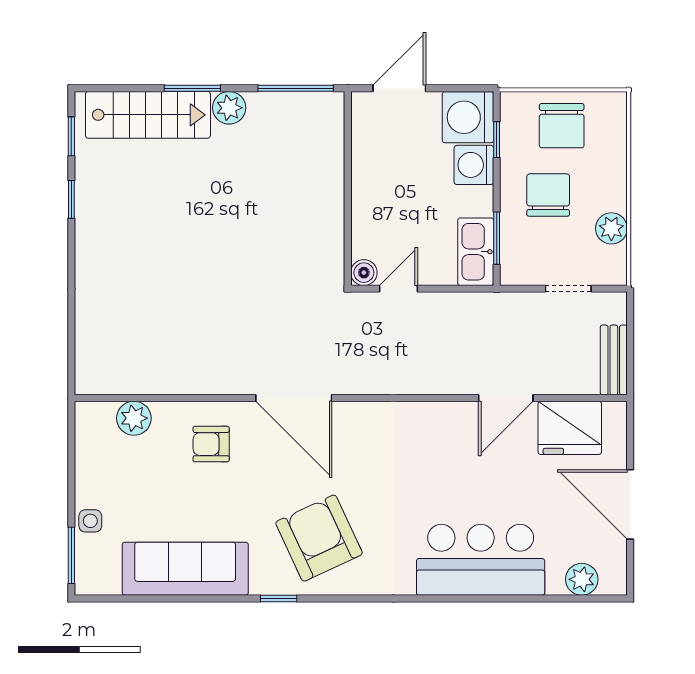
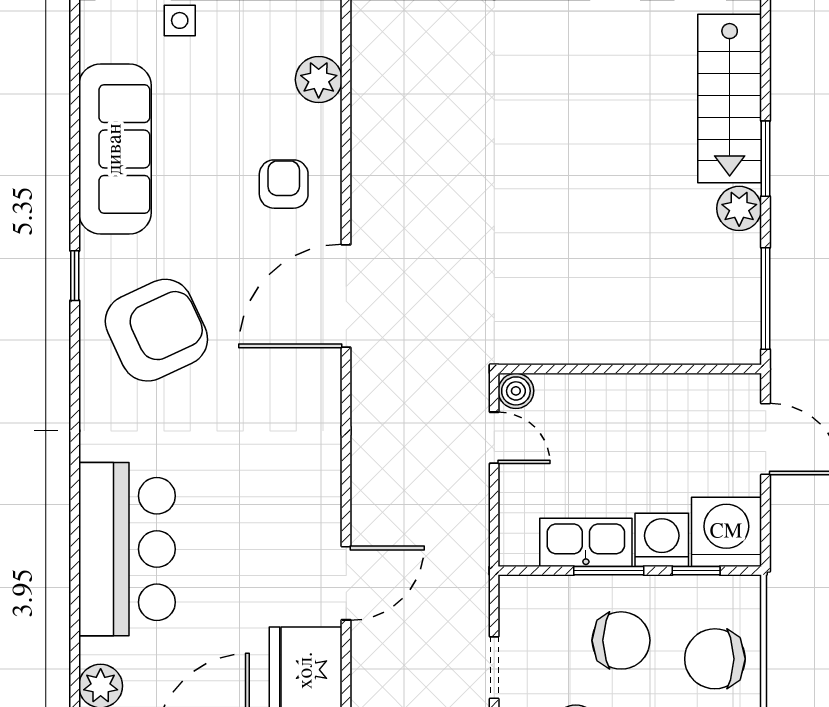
window: (497, 238) -> (609, 571), moved
kitchen sink: (476, 252) -> (586, 542), moved
door: (506, 398) -> (346, 583), swing flipped

